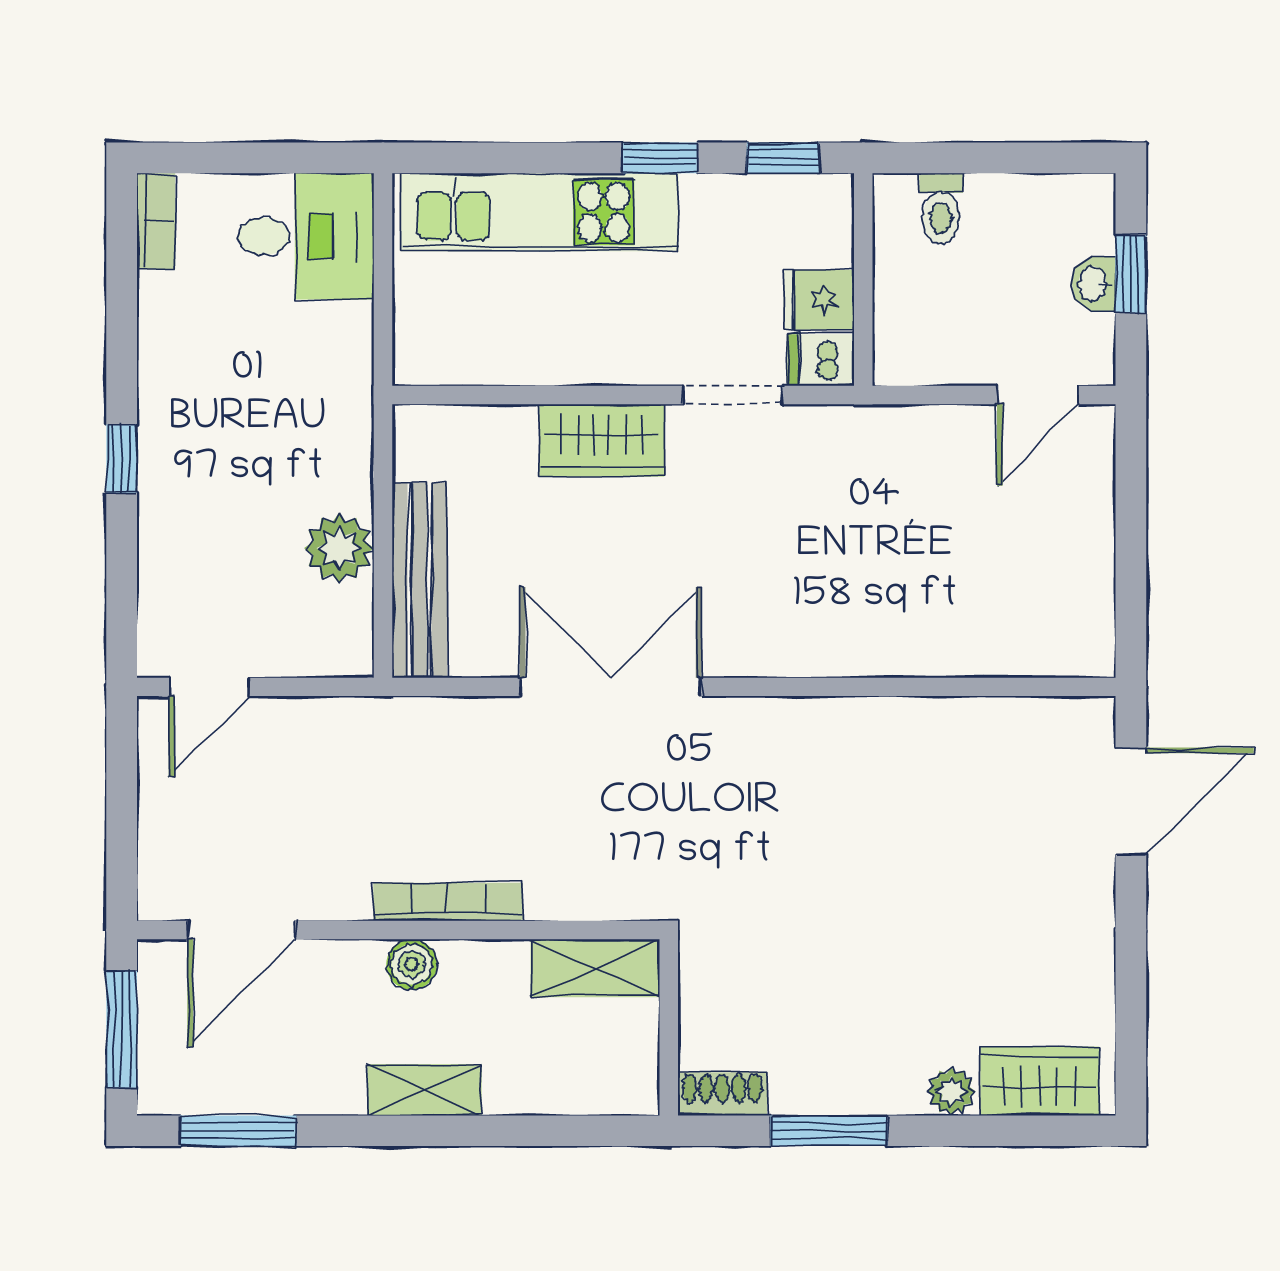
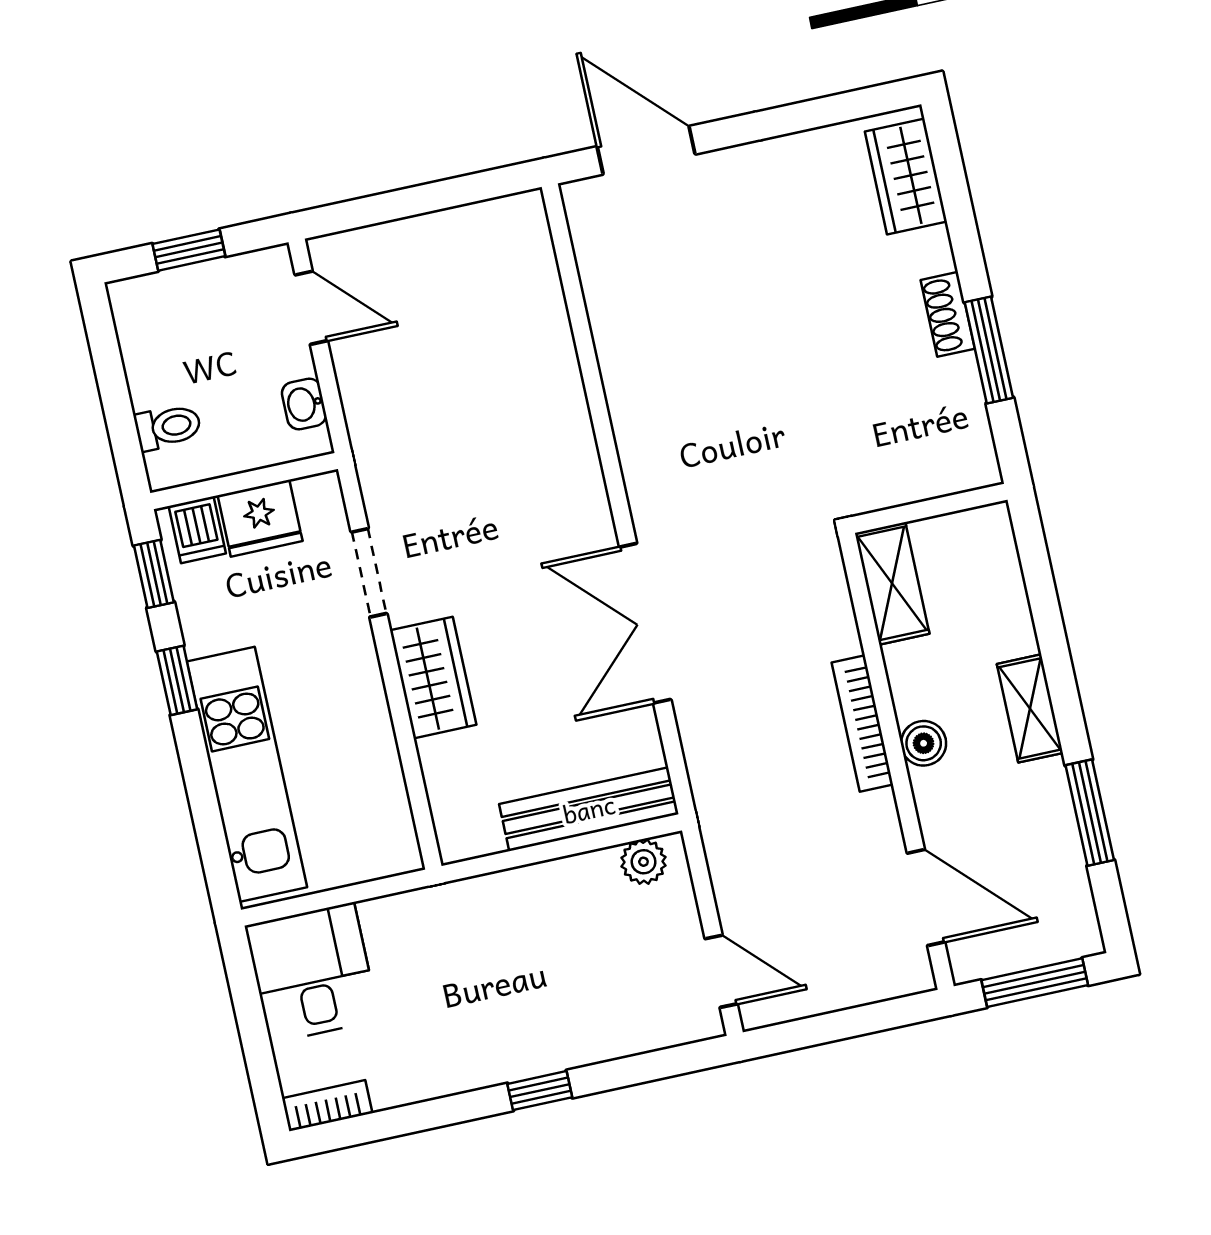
washbasin: (1094, 284) -> (304, 404), moved, turned 90
fridge: (819, 300) -> (260, 518), width x1.38
dishwasher: (821, 360) -> (197, 530), moved
plant: (339, 548) -> (644, 862), moved, width x0.73, depth x0.73
plant: (951, 1091) -> (932, 251), removed
shoe rack: (722, 1094) -> (948, 314), moved
window: (238, 1131) -> (1090, 813), moved

